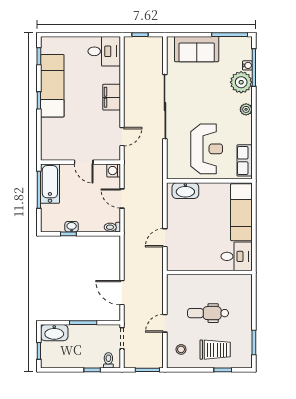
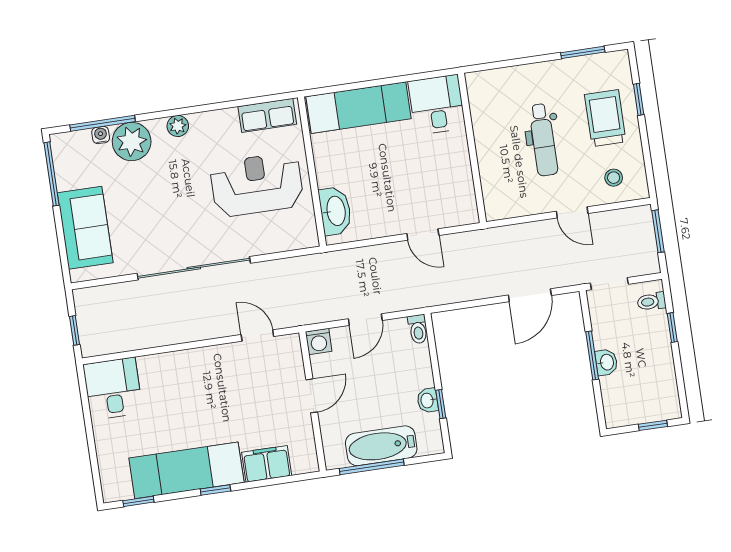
filing cabinet: (112, 97) -> (267, 464), moved, turned 180
bathtub: (50, 184) -> (381, 446), moved
washbasin: (54, 333) -> (606, 362), moved, width x0.52, depth x0.69

